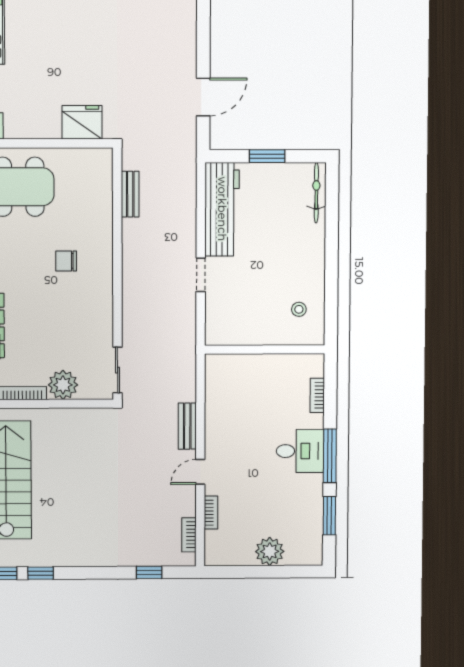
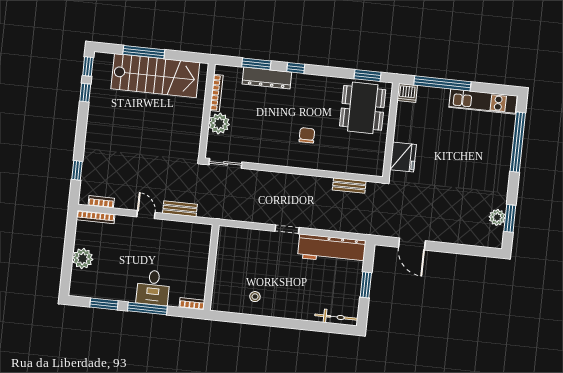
wall: (265, 349) -> (211, 268), moved
bookcase: (211, 513) -> (96, 217), moved, width x1.56

